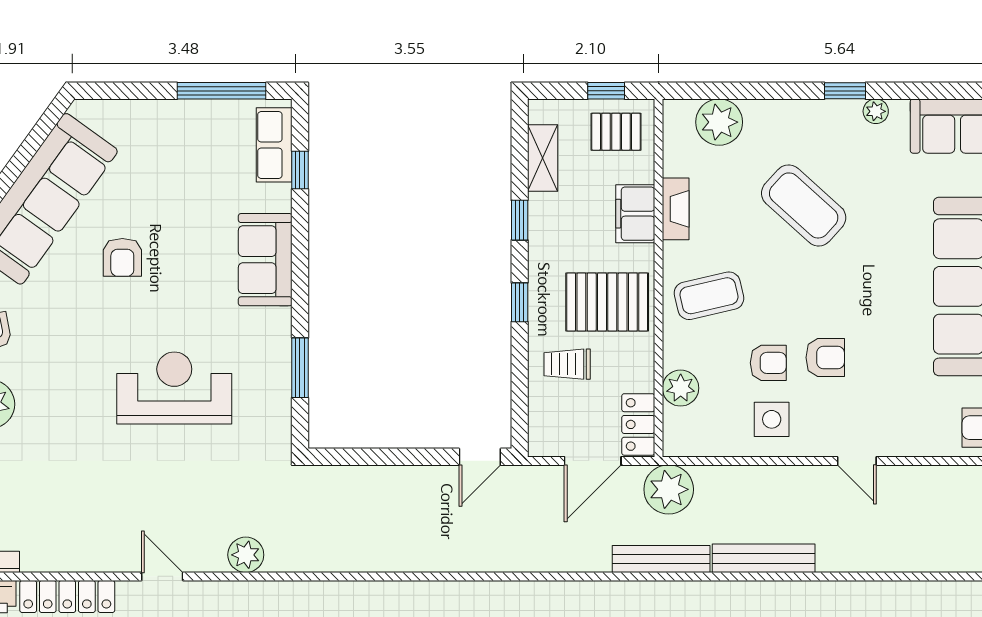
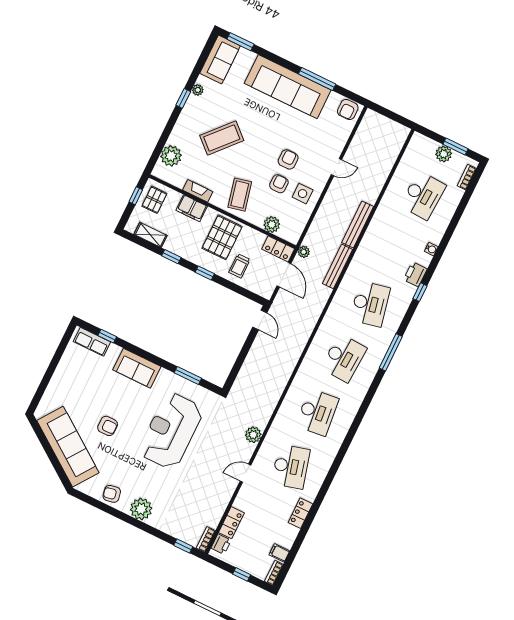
window: (222, 91) -> (59, 352), removed
reception desk: (174, 388) -> (171, 431), width x1.36, depth x1.30
plant: (669, 489) -> (304, 252), width x0.53, depth x0.53
locker: (67, 597) -> (231, 523), width x0.66

